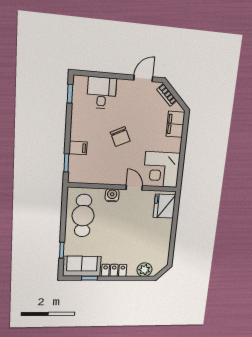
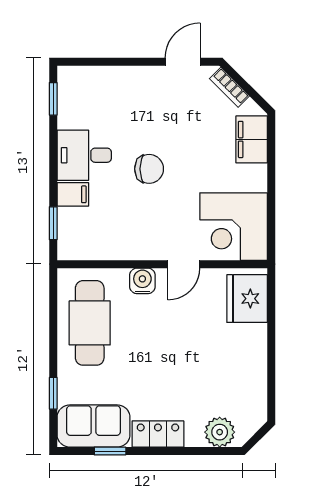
desk: (102, 93) -> (84, 155), moved, turned -90
chair: (120, 137) -> (149, 169), turned -65
door: (134, 188) -> (184, 264), swing flipped

